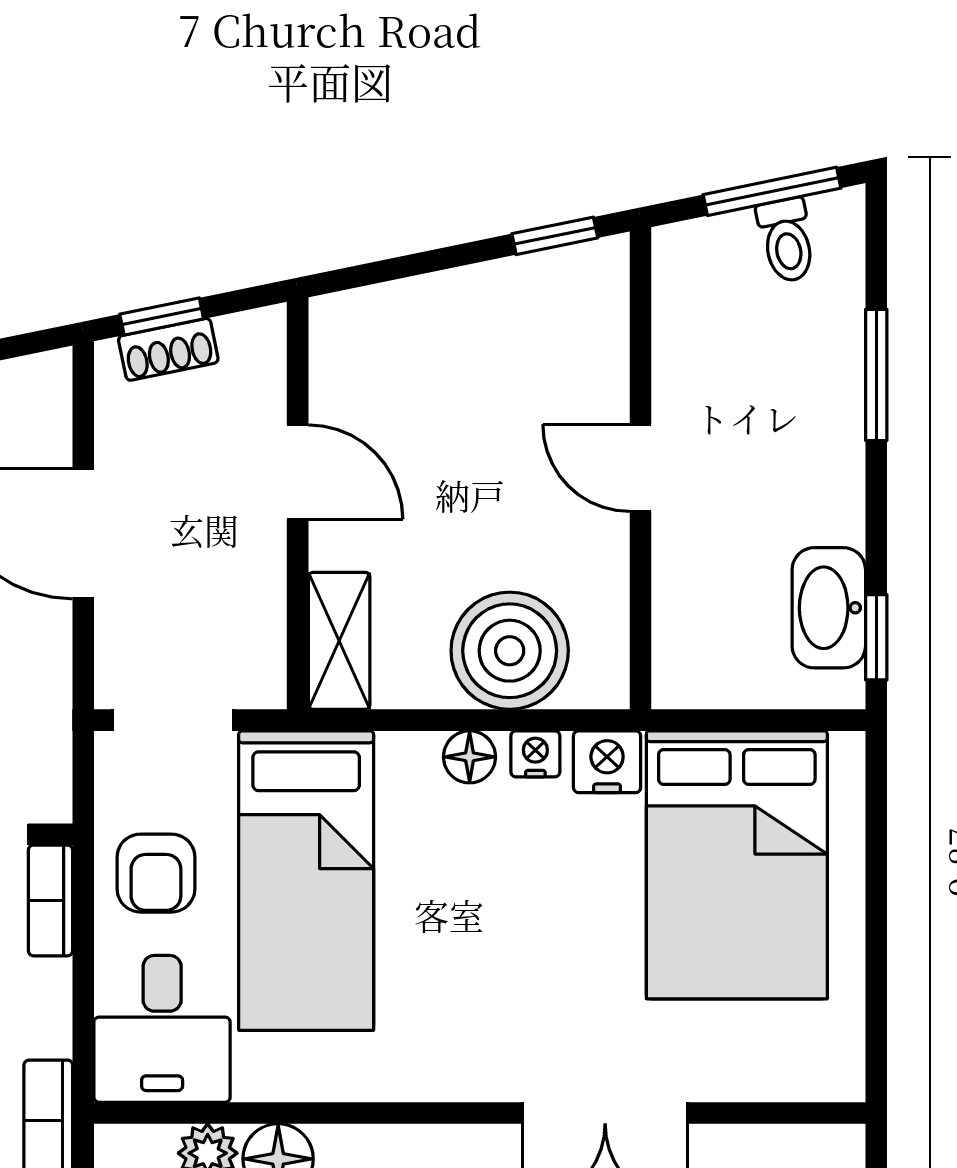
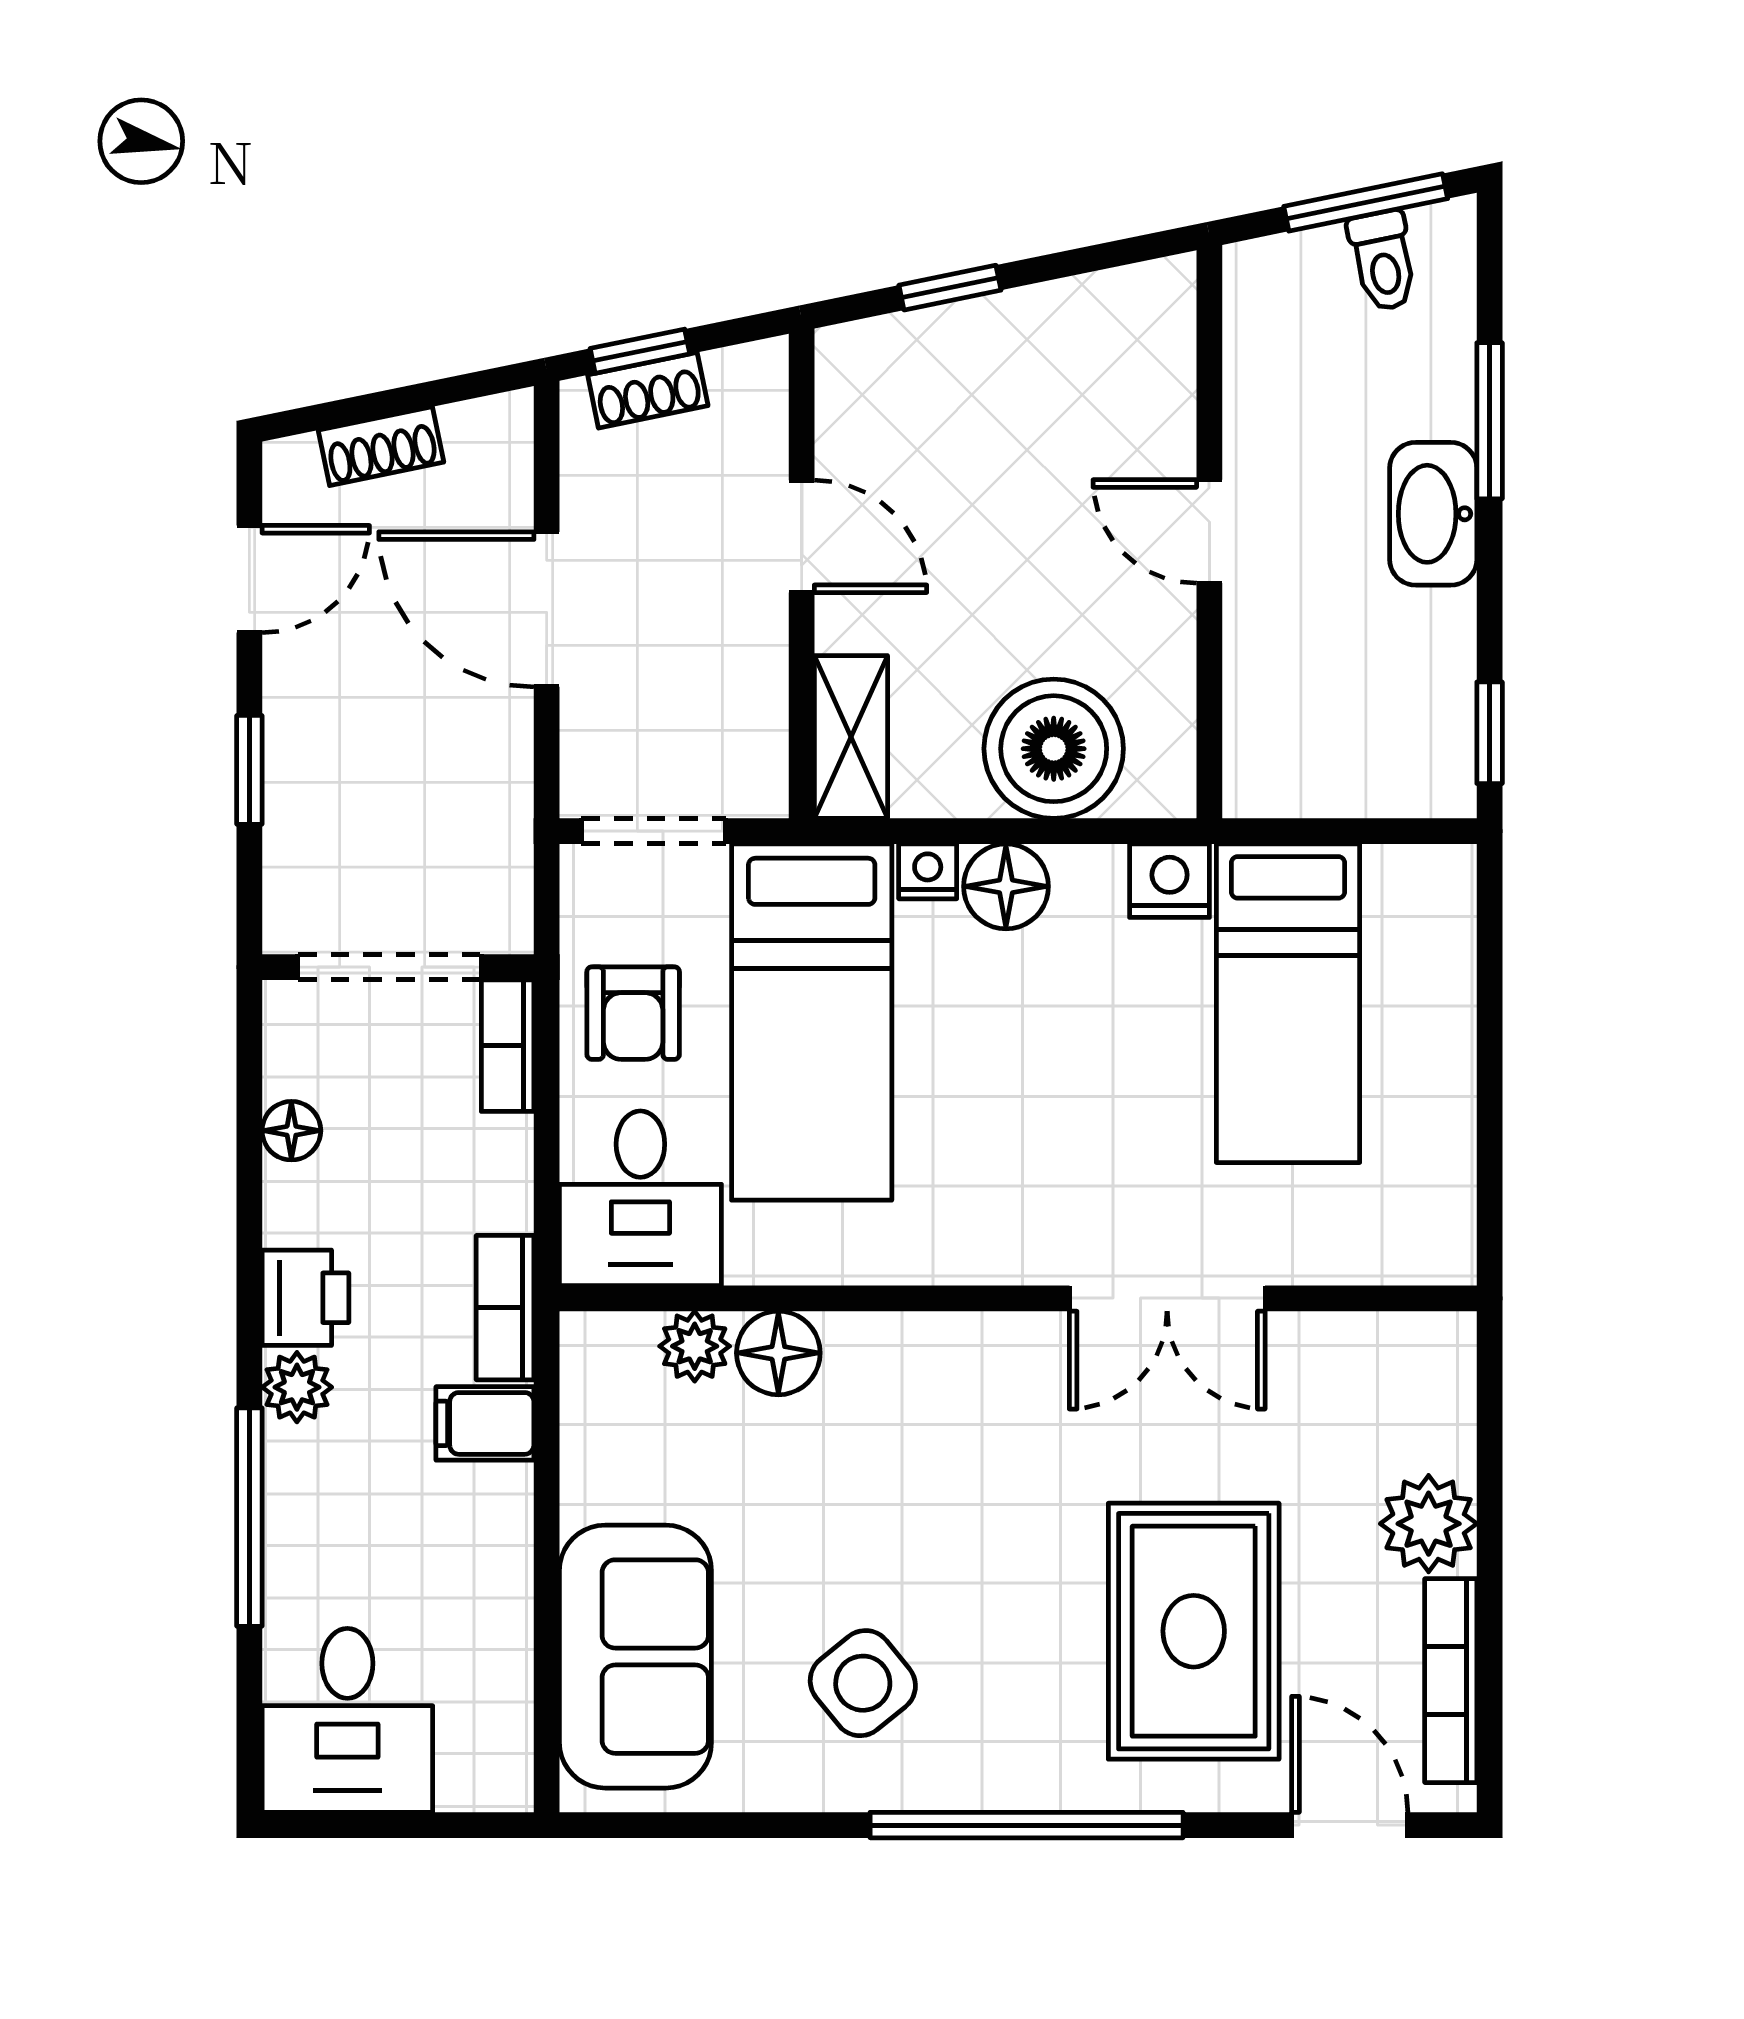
window: (555, 236) -> (950, 288), moved
washbasin: (829, 608) -> (1433, 514), moved
nightstand: (535, 754) -> (928, 871), moved
floor lamp: (470, 757) -> (1006, 886), width x1.37, depth x1.37
bed: (737, 865) -> (1288, 1003), width x0.67

